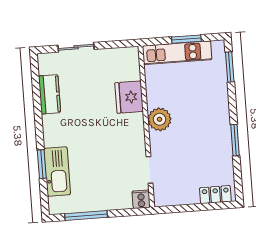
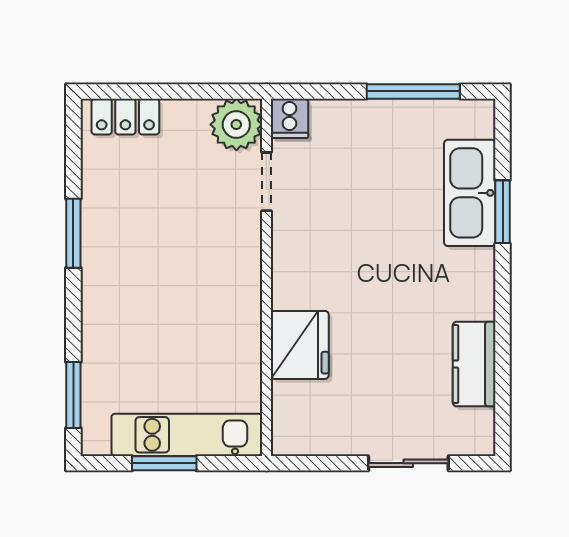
plant: (160, 119) -> (236, 125), moved

